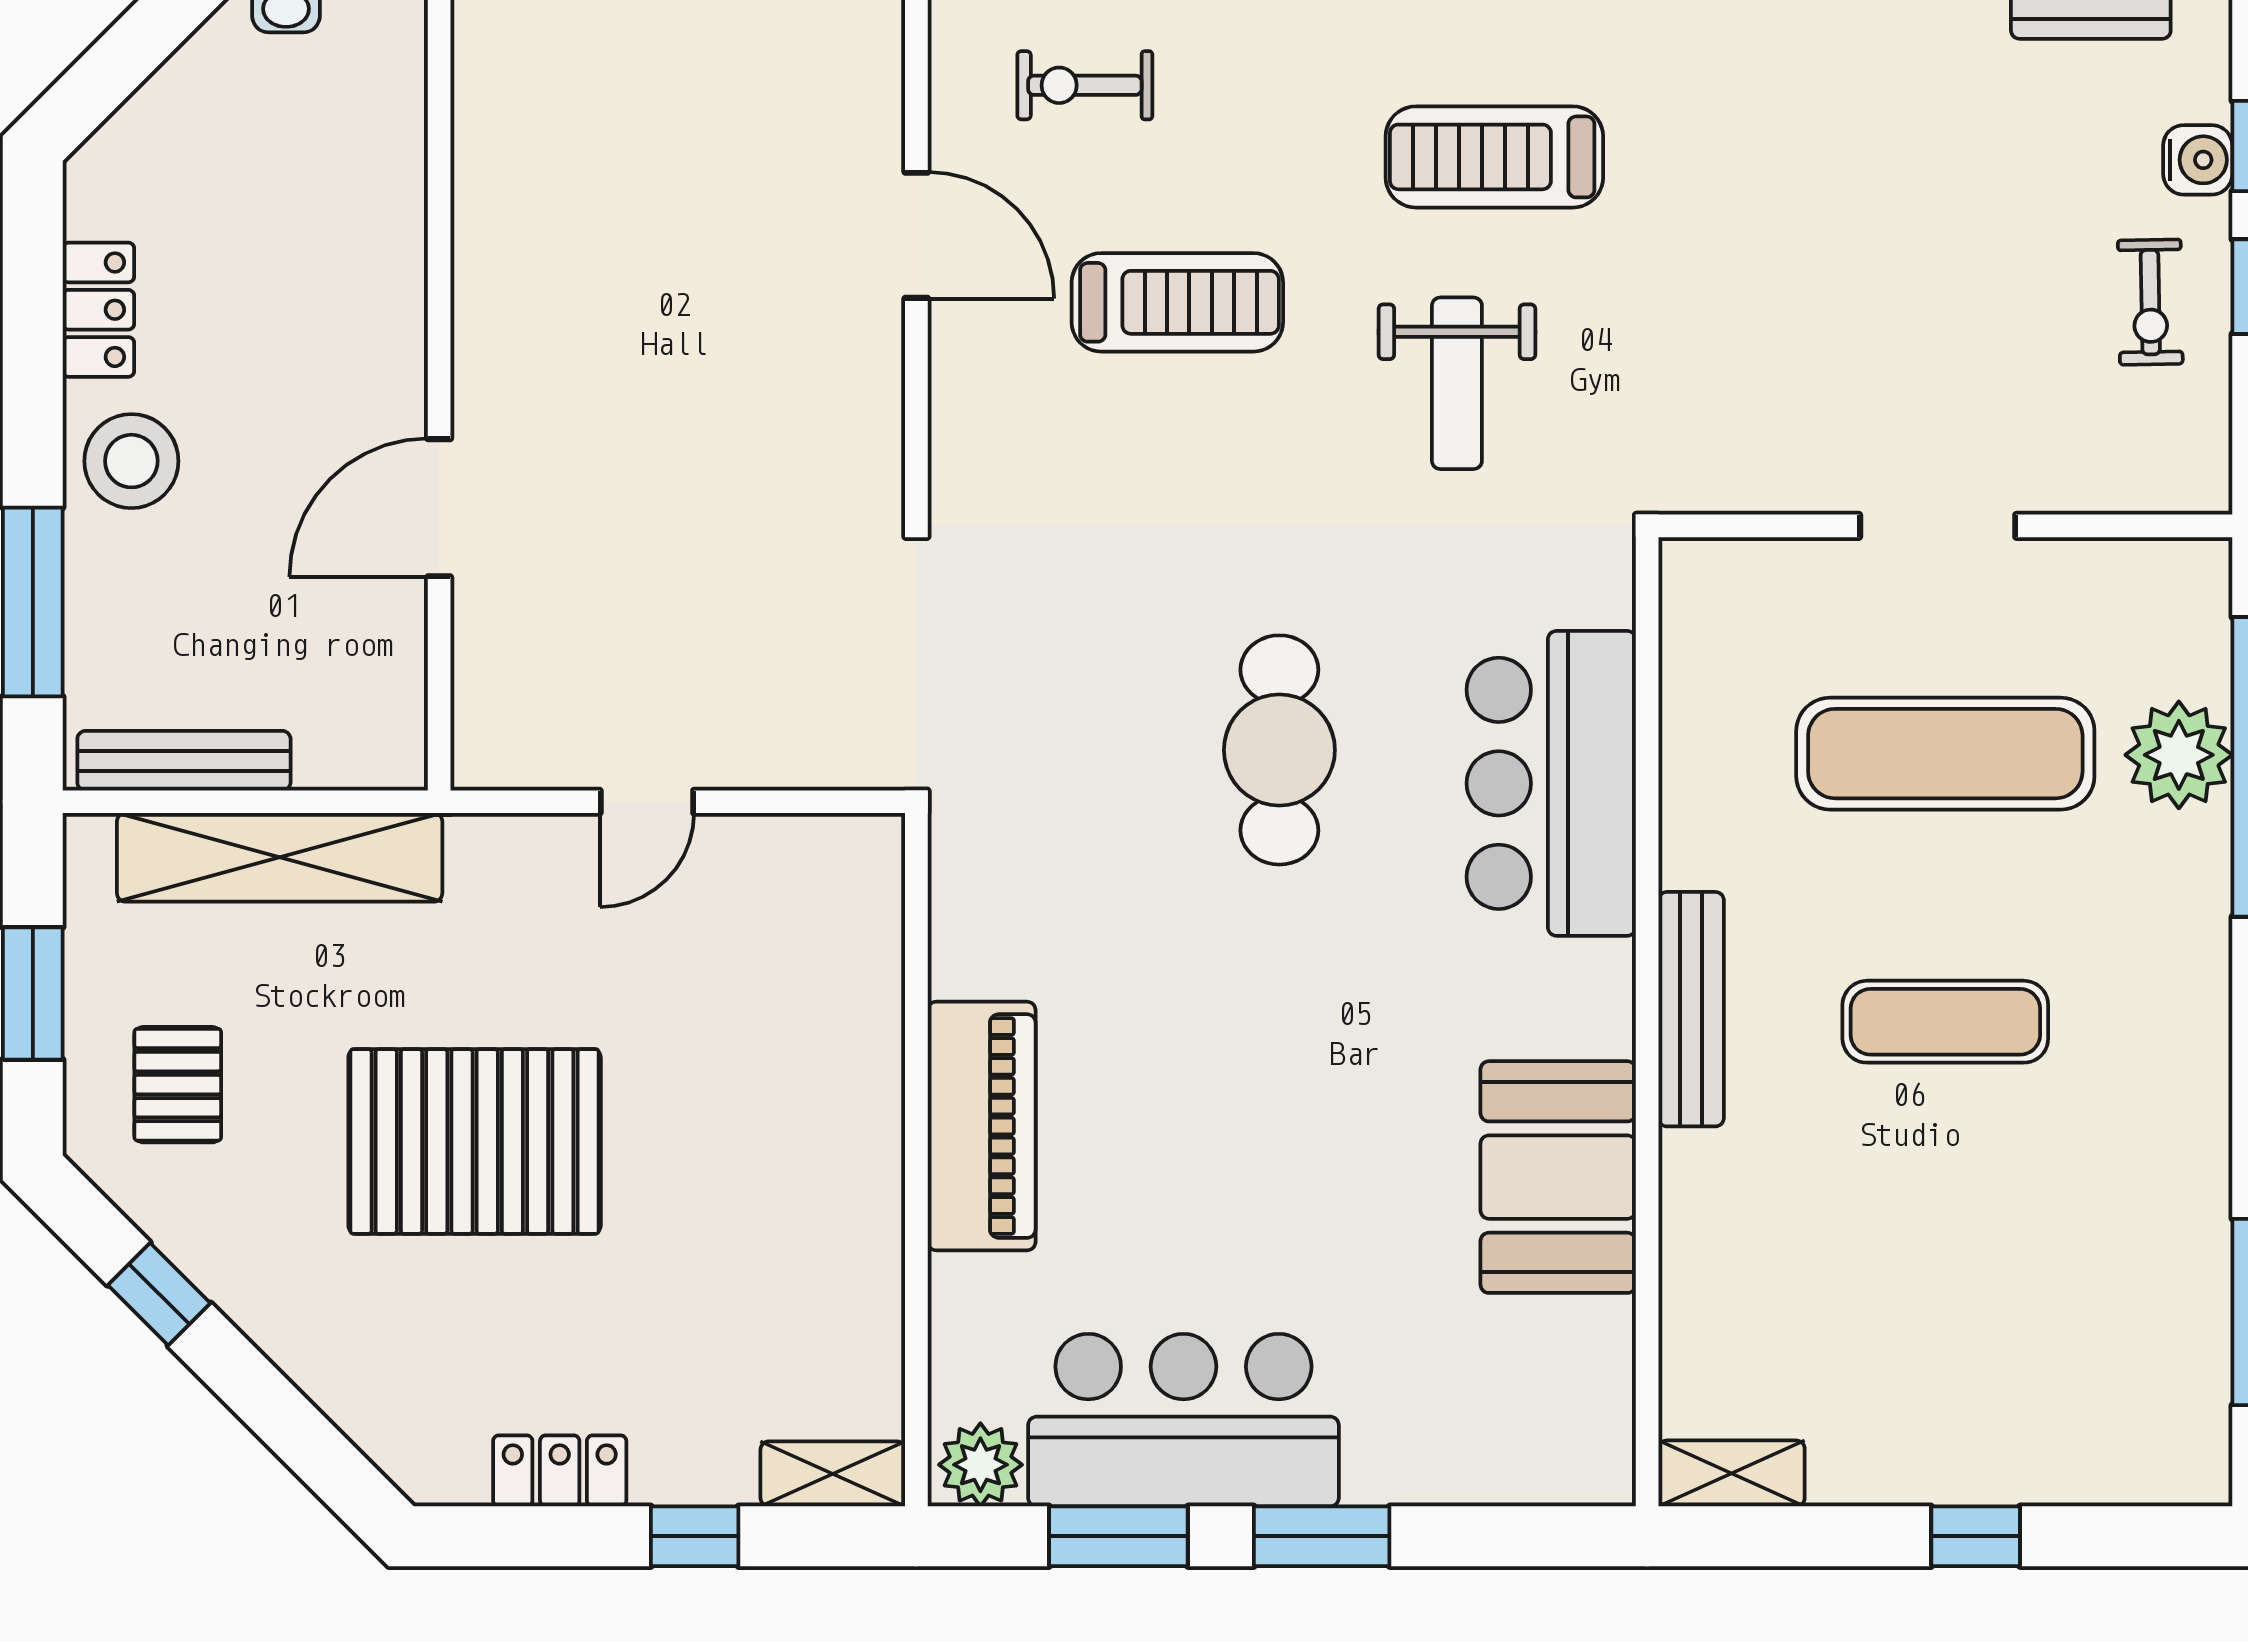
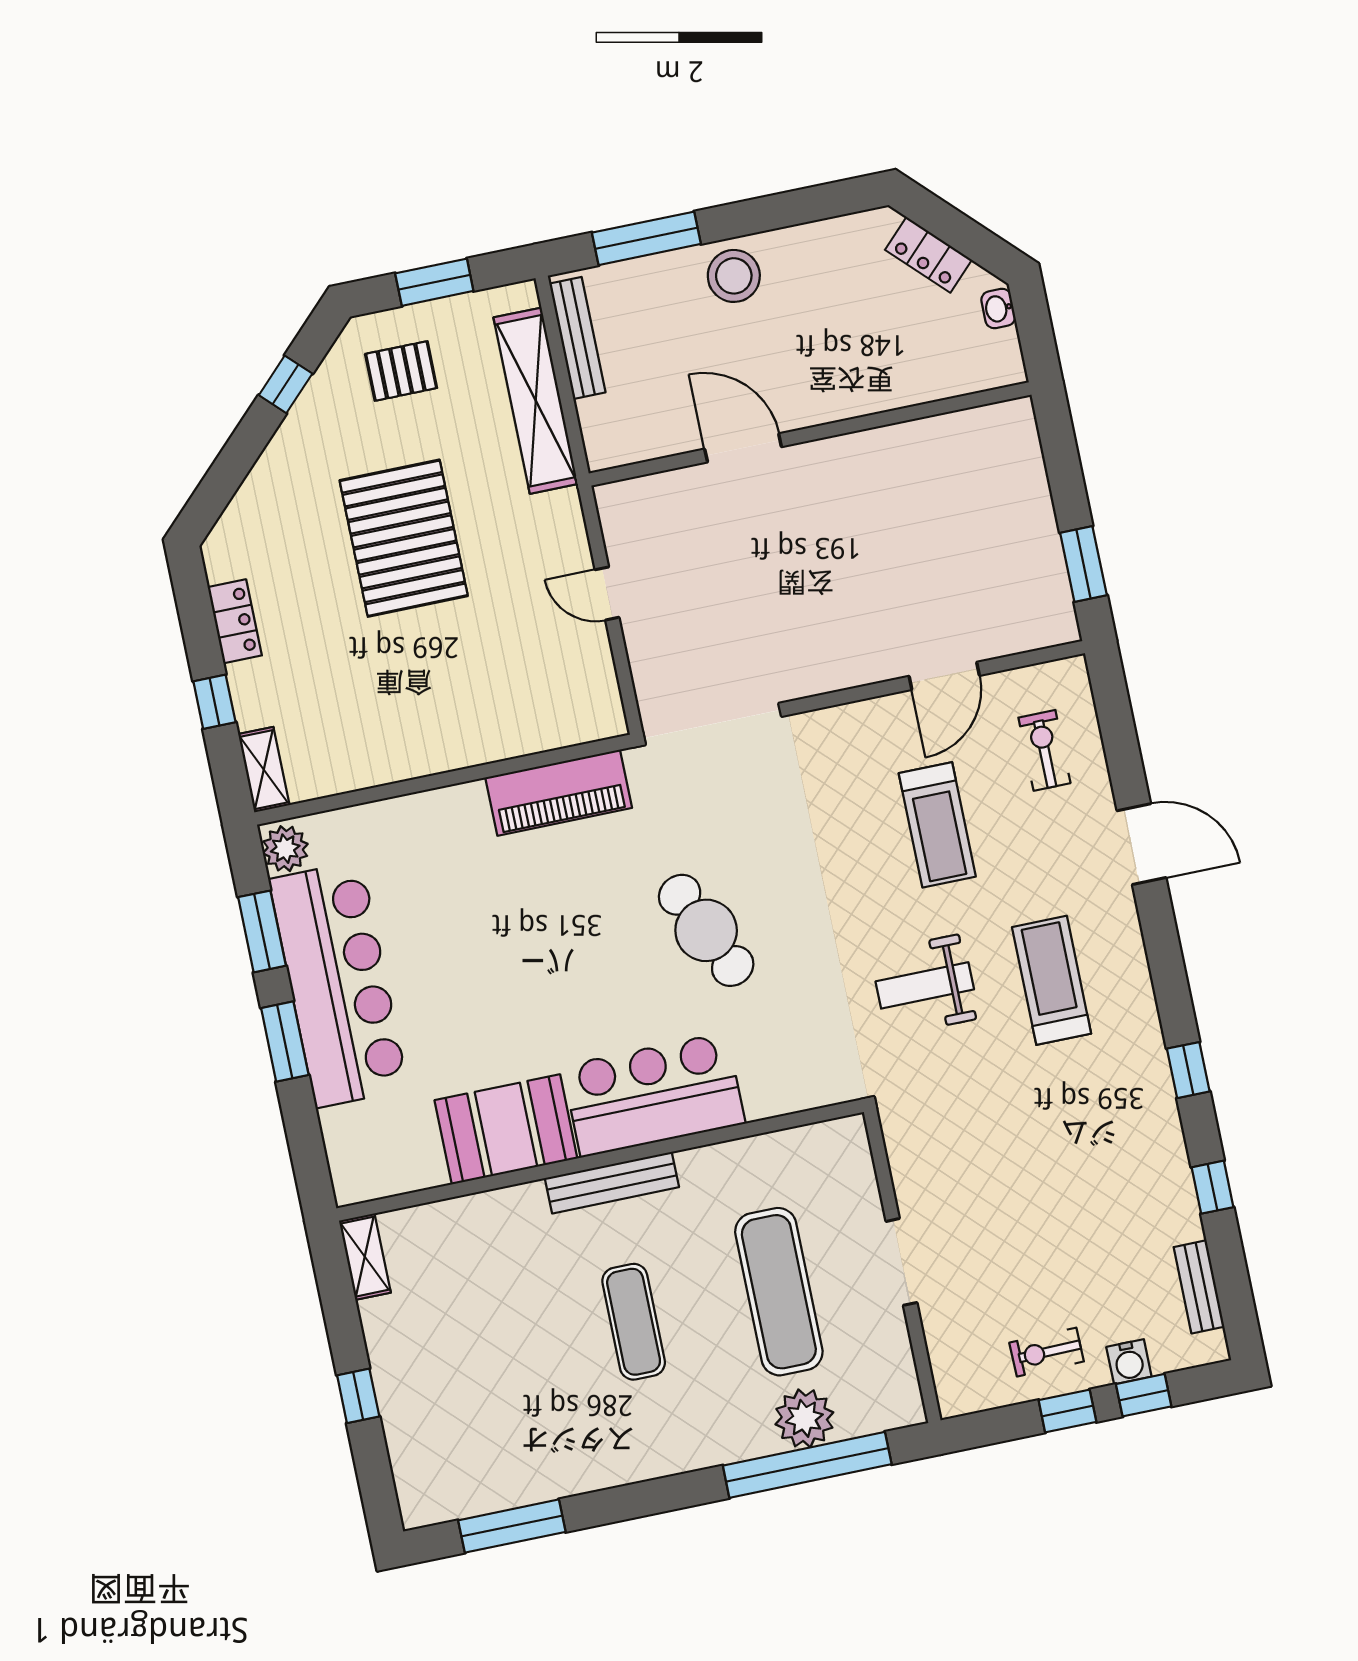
locker: (98, 310) -> (928, 255), moved, turned 45
cafe table: (1279, 750) -> (706, 930), turned 65
bar counter: (1551, 783) -> (654, 1095), moved
piano: (982, 1126) -> (559, 793), moved
bar counter: (1183, 1420) -> (339, 984), width x1.36

